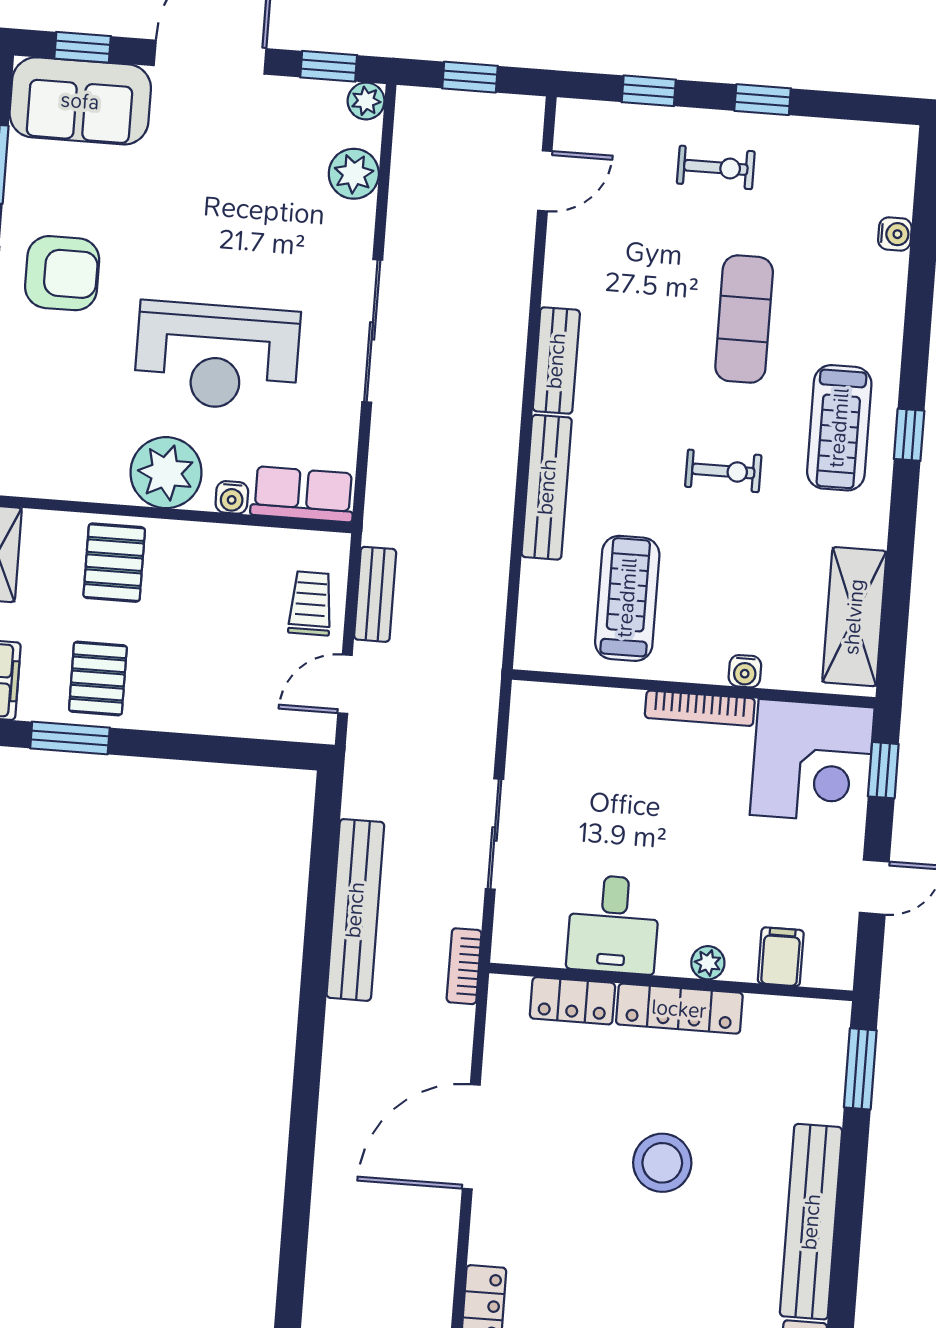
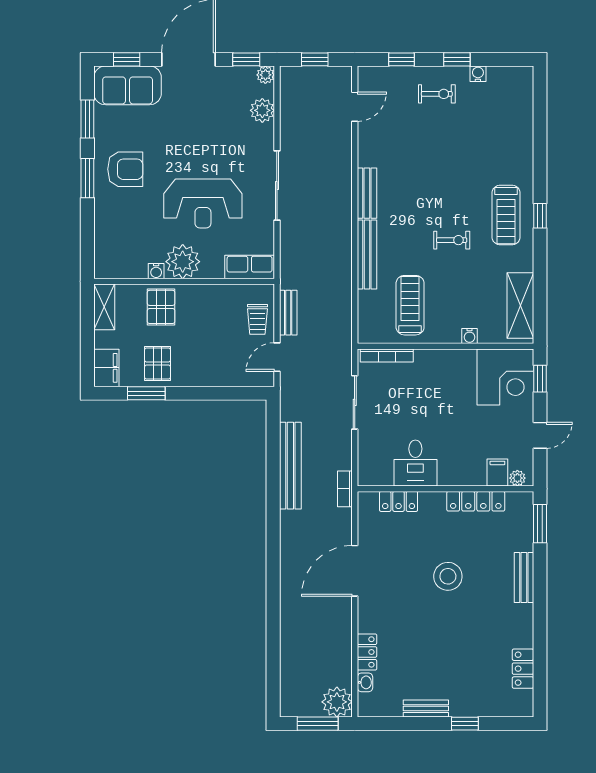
water cooler: (895, 234) -> (478, 74), moved, turned -90
exercise mat: (744, 319) -> (456, 166), removed
water cooler: (232, 497) -> (156, 271), moved
trolley: (311, 603) -> (257, 319), turned 180
bookcase: (700, 708) -> (387, 355), moved
sliding door: (495, 834) -> (355, 402), moved
plant: (708, 963) -> (517, 478), moved
locker: (679, 1009) -> (476, 501), moved
bench: (811, 1222) -> (524, 578), width x0.54, depth x0.82

